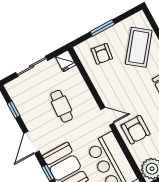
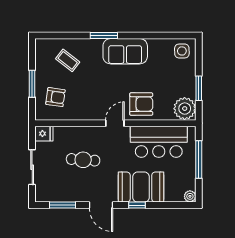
coffee table: (139, 47) -> (68, 60), width x0.54, depth x0.58
window: (14, 110) -> (63, 205), width x1.50

